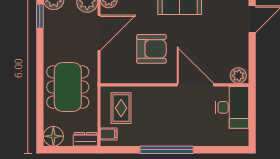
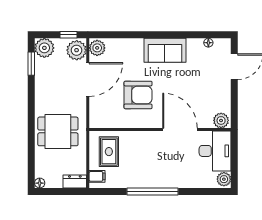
dining table: (68, 87) -> (58, 131), width x0.73
floor lamp: (53, 136) -> (40, 183), width x0.53, depth x0.53
plant: (241, 137) -> (224, 179), added

